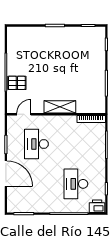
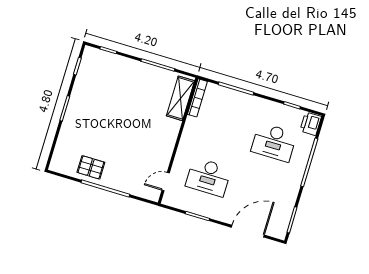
pallet: (17, 83) -> (91, 167), moved, turned 90
shelving: (60, 107) -> (180, 98), moved
door: (24, 114) -> (166, 182), hinge flipped
door: (6, 174) -> (248, 231), moved

